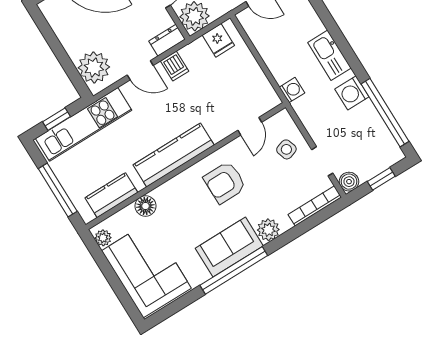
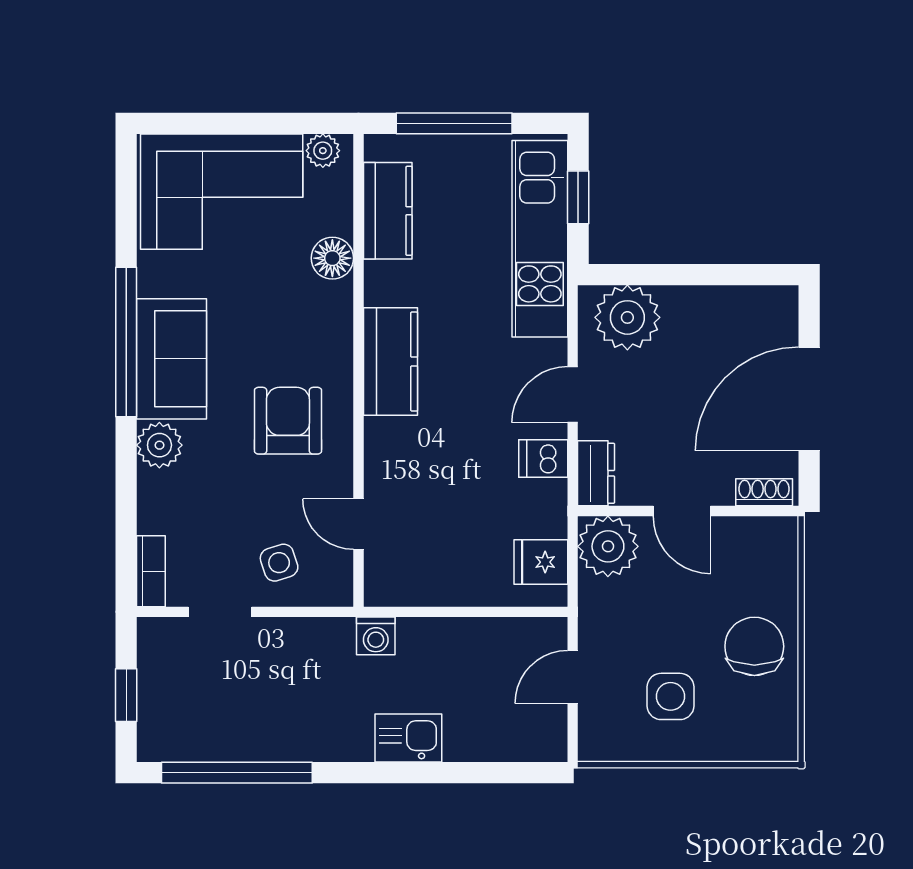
kitchen sink: (329, 55) -> (408, 738), width x0.73
washing machine: (352, 93) -> (306, 737), removed
kitchen counter: (174, 155) -> (390, 362), width x0.67
boiler: (349, 182) -> (156, 636), removed
bookcase: (315, 206) -> (151, 571), width x0.64

